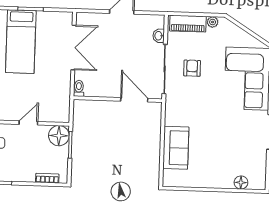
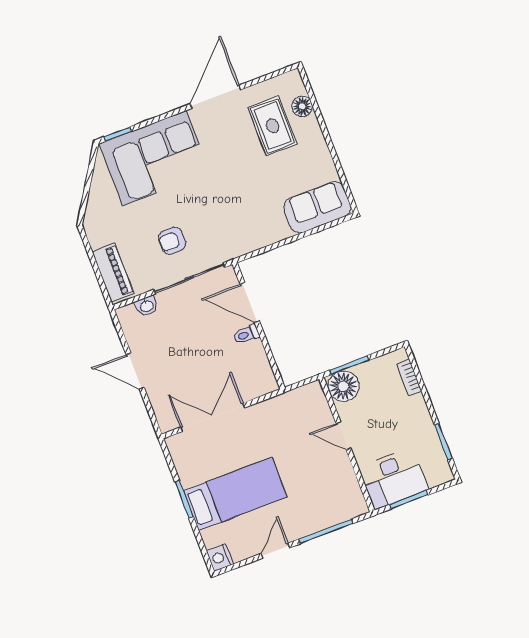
plant: (213, 22) -> (96, 239), removed
toilet: (79, 88) -> (246, 334), moved
door: (134, 100) -> (250, 303), hinge flipped
sofa: (176, 148) -> (317, 207), moved
rug: (237, 159) -> (273, 126), added

